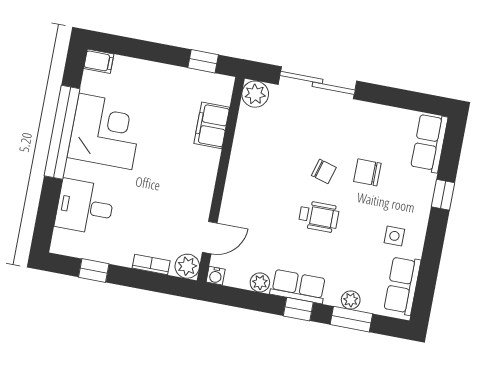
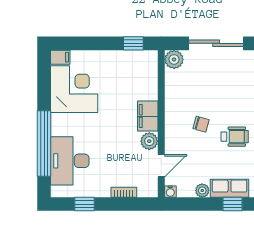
filing cabinet: (212, 125) -> (148, 116), moved
corner desk: (105, 131) -> (74, 89), moved
window: (62, 132) -> (44, 143), moved
chair: (324, 171) -> (201, 124), moved
desk: (85, 207) -> (70, 161), width x1.37
plant: (187, 266) -> (149, 141), moved

